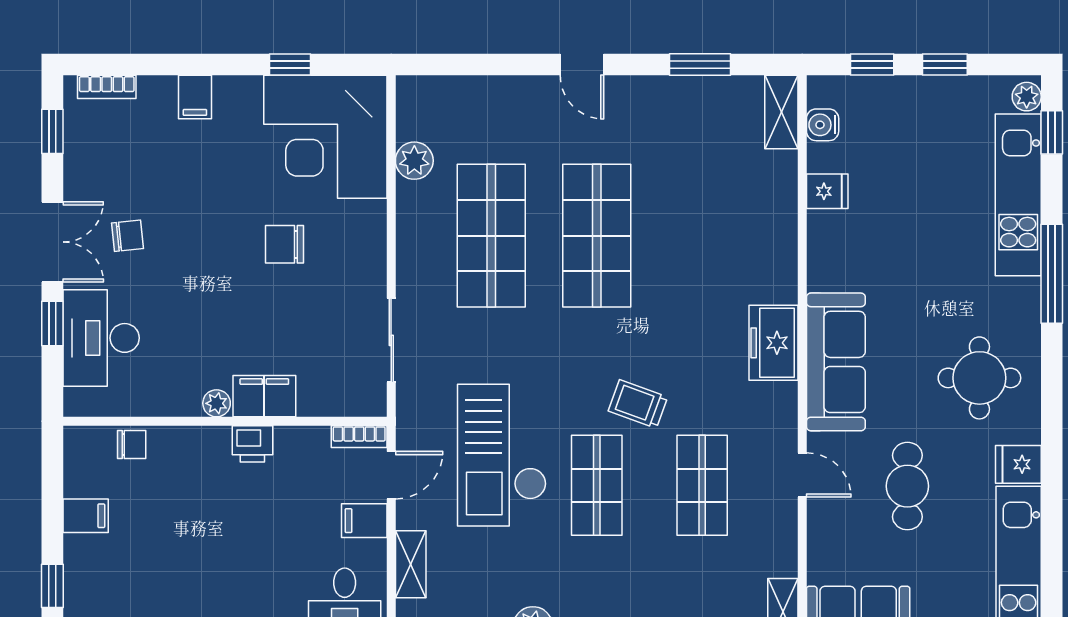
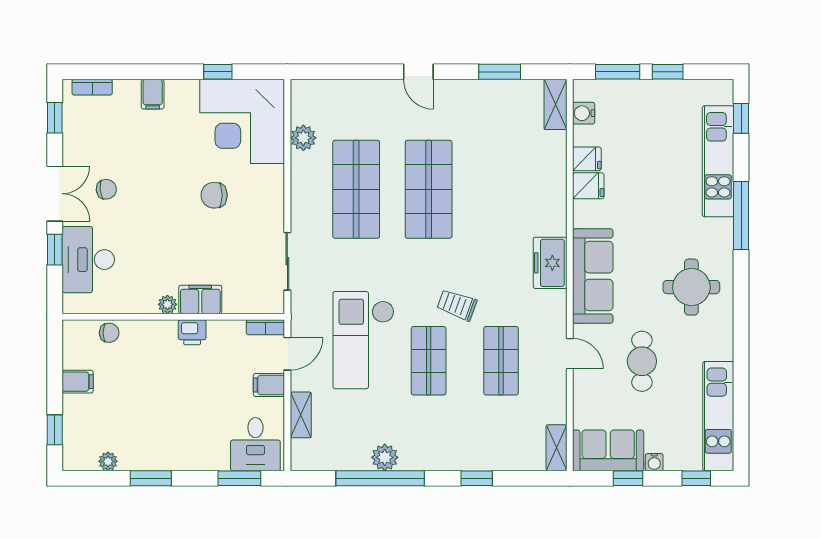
window: (872, 65) -> (618, 72), width x1.50
plant: (1027, 97) -> (724, 94), removed
fridge: (1018, 464) -> (588, 186), moved, turned 180

